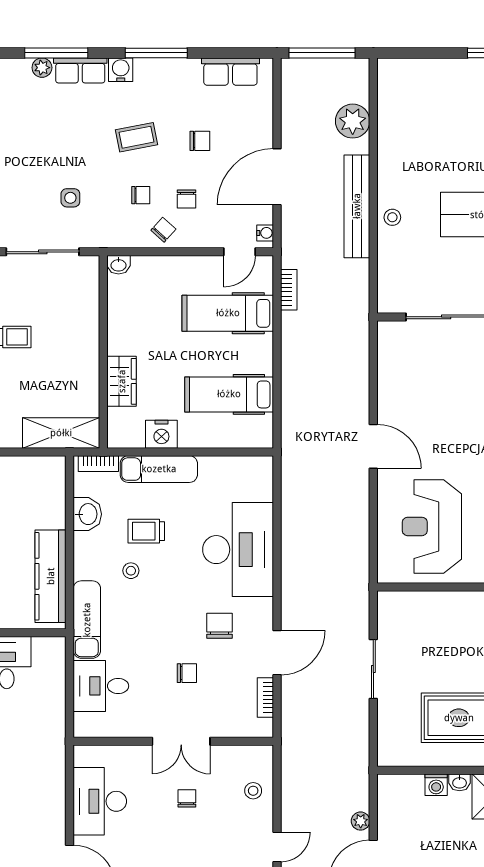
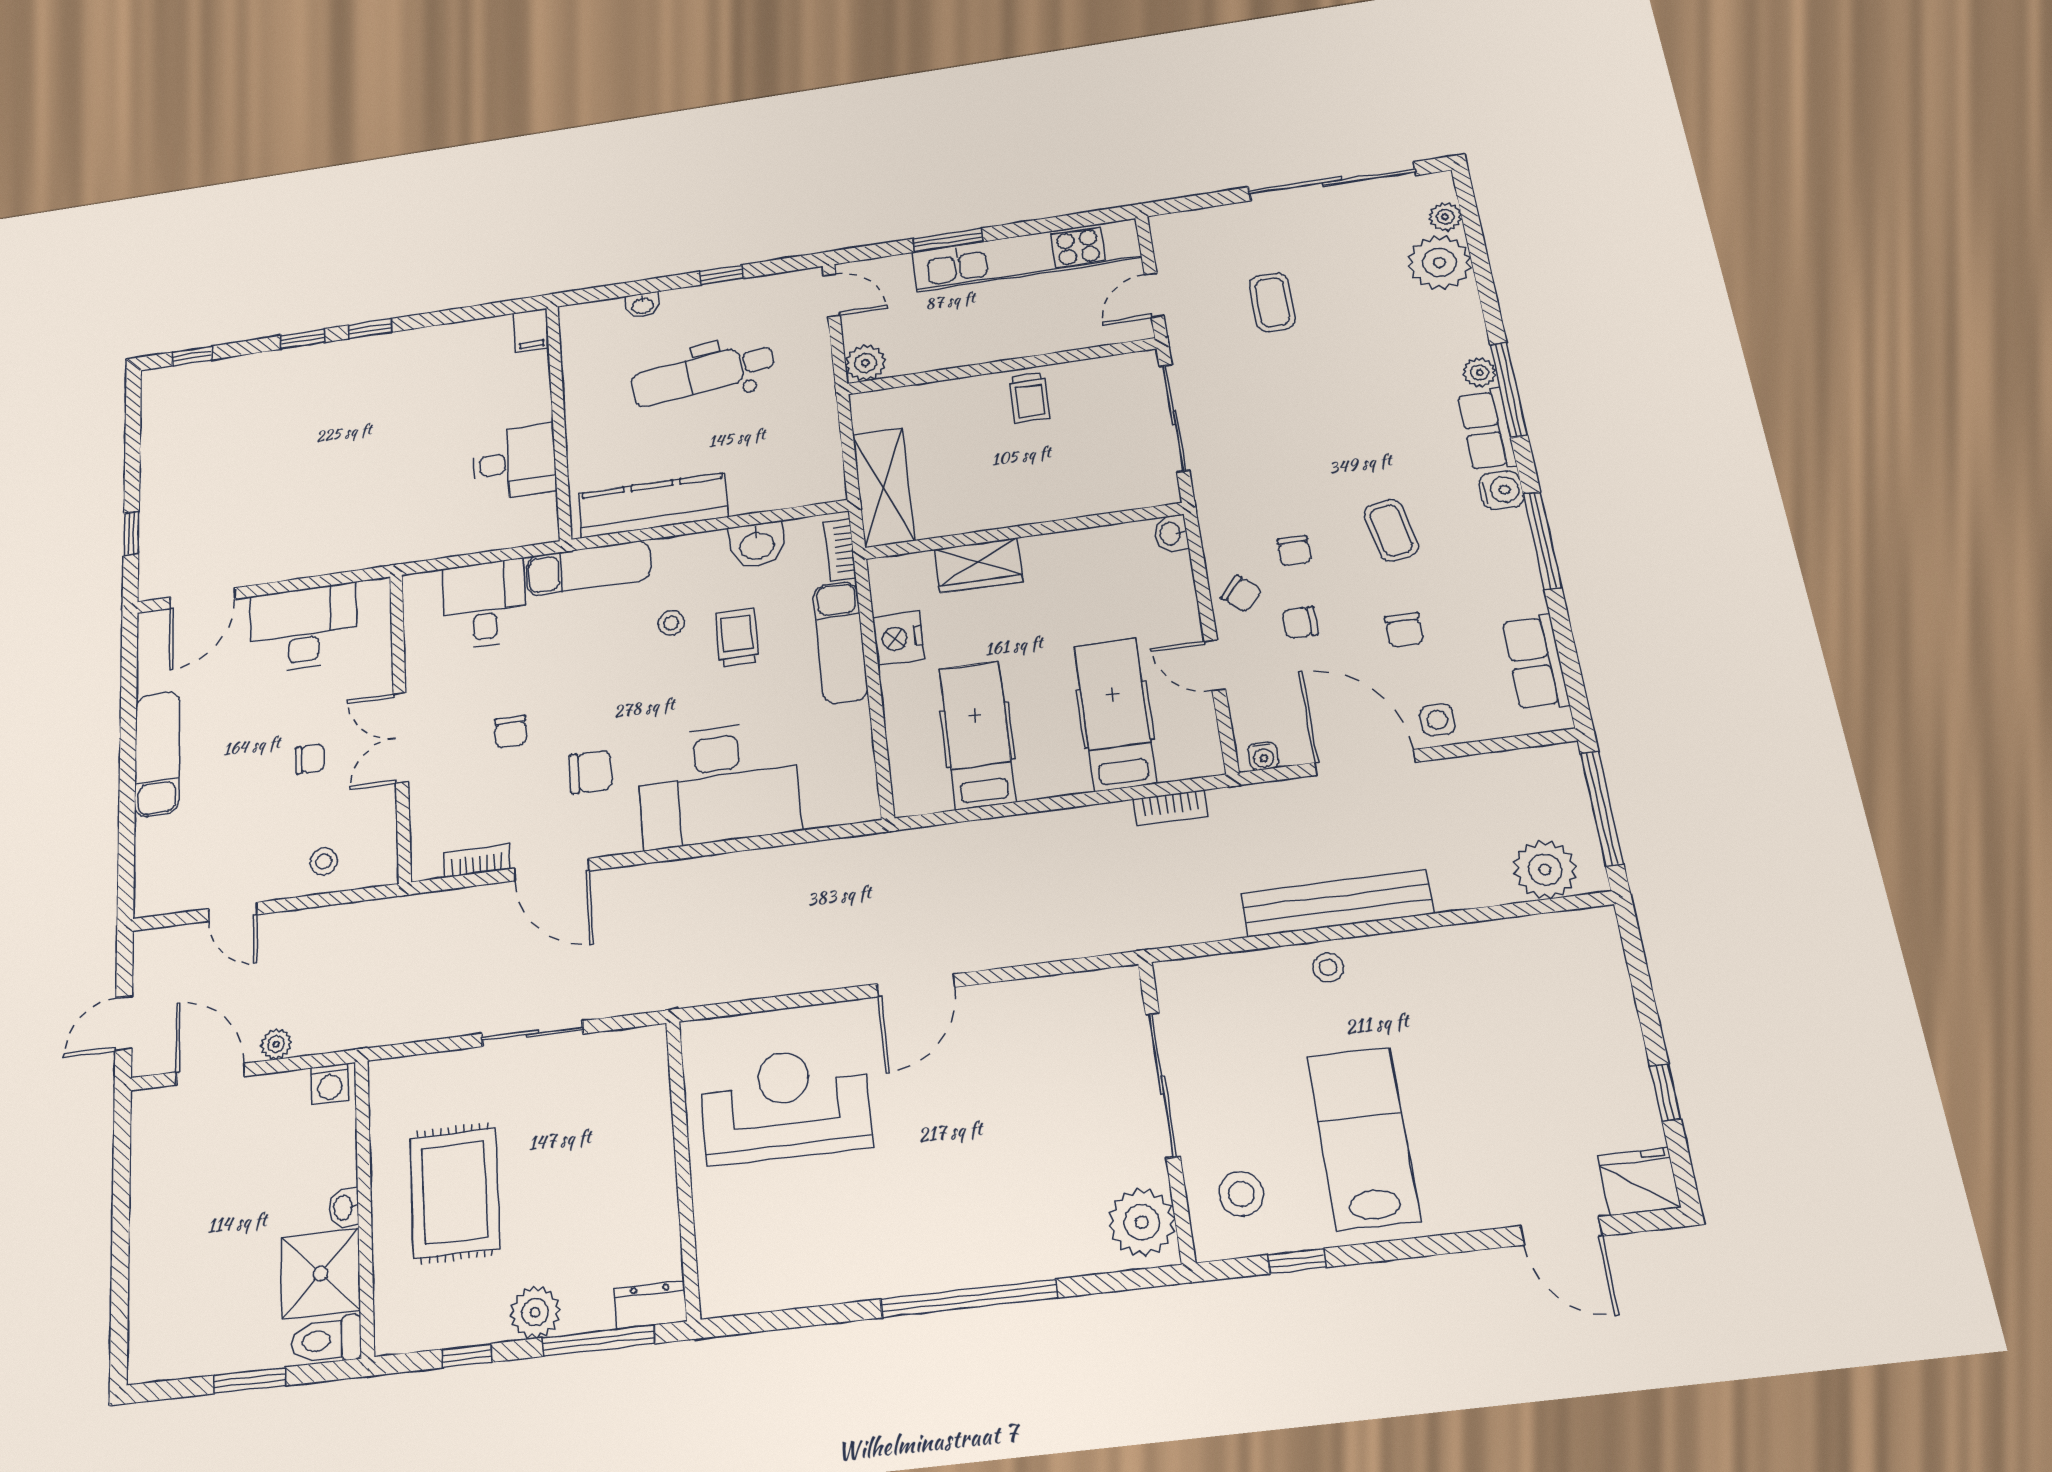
plant: (353, 121) -> (1545, 870), moved
side table: (70, 198) -> (1437, 720), moved
door: (240, 252) -> (1215, 665), moved
washing machine: (436, 785) -> (330, 1084), moved, turned -90

